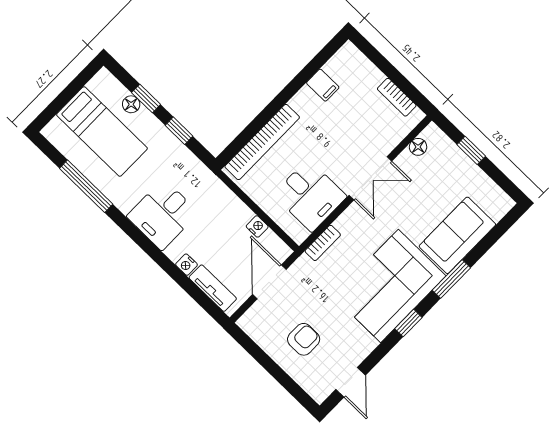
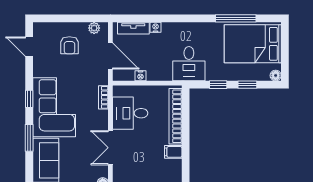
filing cabinet: (323, 85) -> (173, 152), moved
floor lamp: (131, 104) -> (276, 75), moved
bed: (102, 132) -> (253, 44), width x1.50
desk: (163, 215) -> (189, 64), moved, turned 180
plant: (257, 332) -> (94, 28), added

